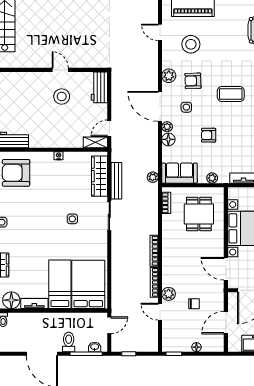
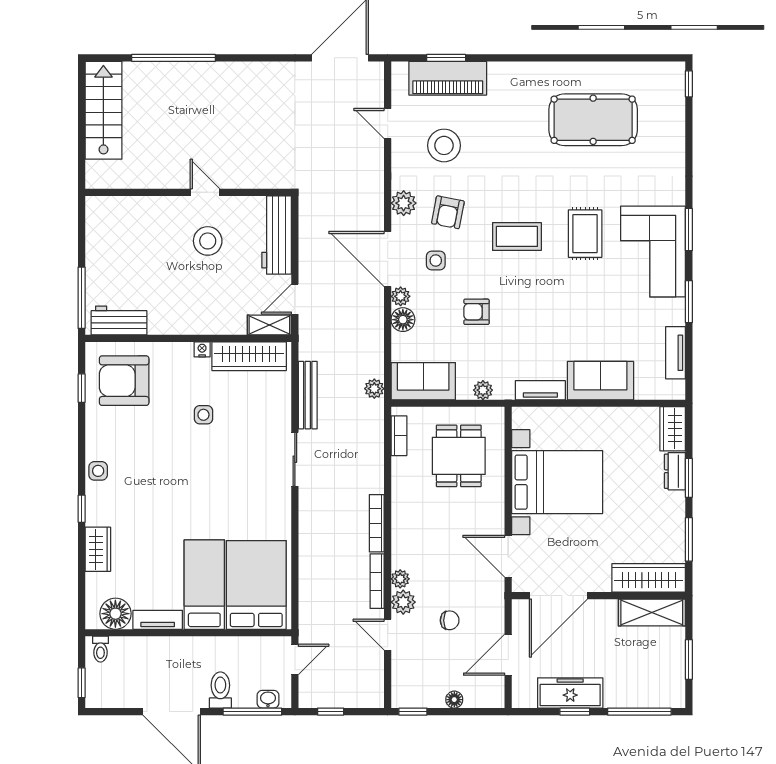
armchair: (193, 81) -> (448, 212), turned -77
workbench: (99, 87) -> (277, 235), width x1.38
wardrobe: (100, 176) -> (249, 356), moved, turned -90
side table: (72, 219) -> (203, 415), moved
plant: (167, 281) -> (400, 579), added

